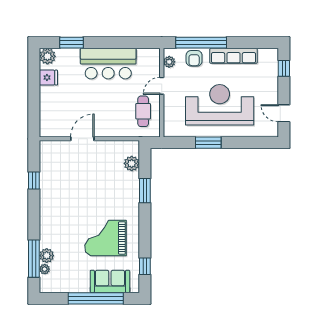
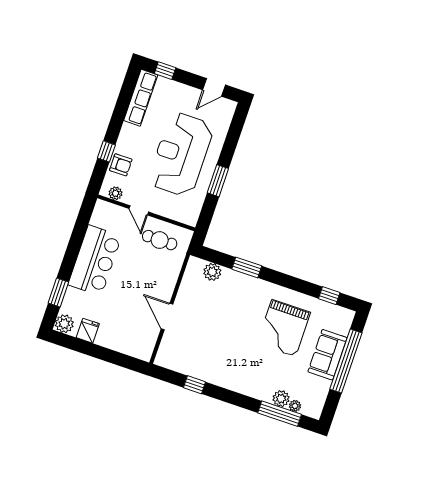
window: (201, 43) -> (106, 151), width x0.32
row of seats: (234, 56) -> (141, 98), moved
sofa: (110, 281) -> (327, 355), moved

